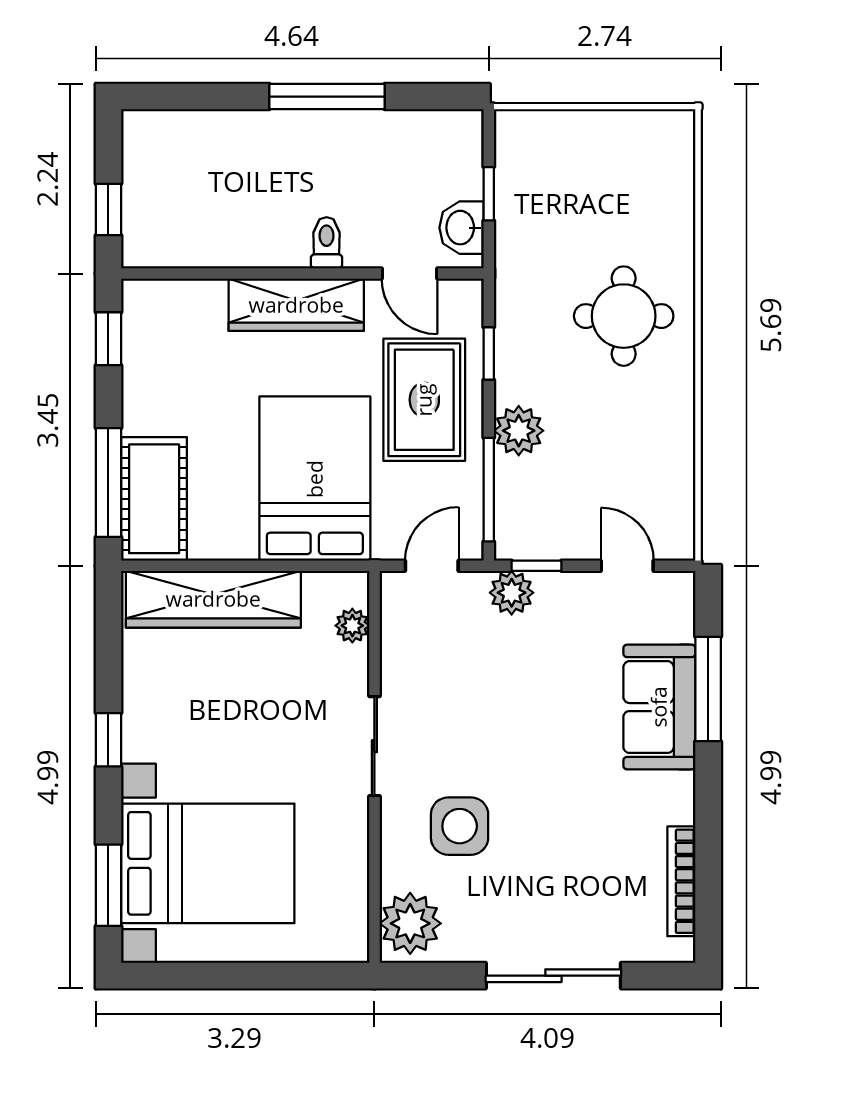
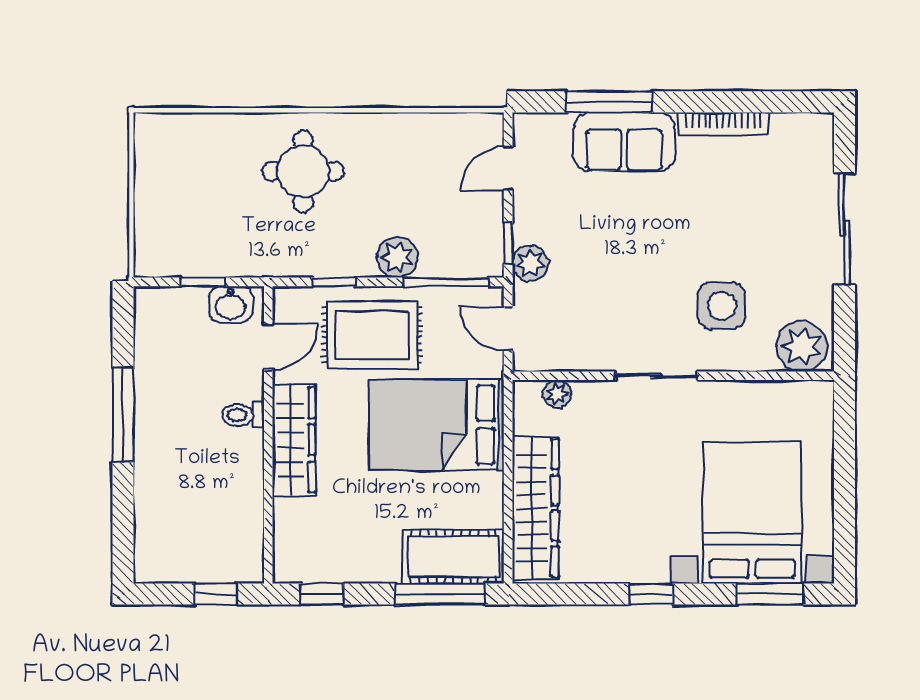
bookcase: (681, 881) -> (723, 124), moved

